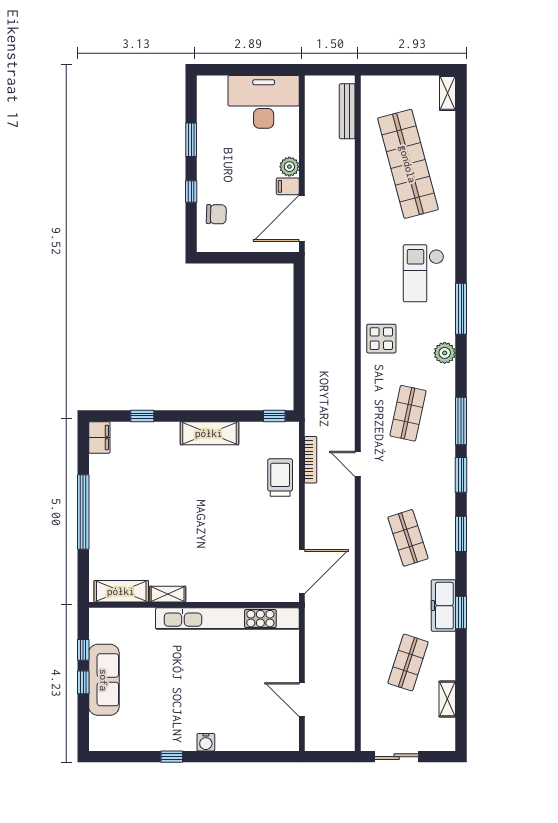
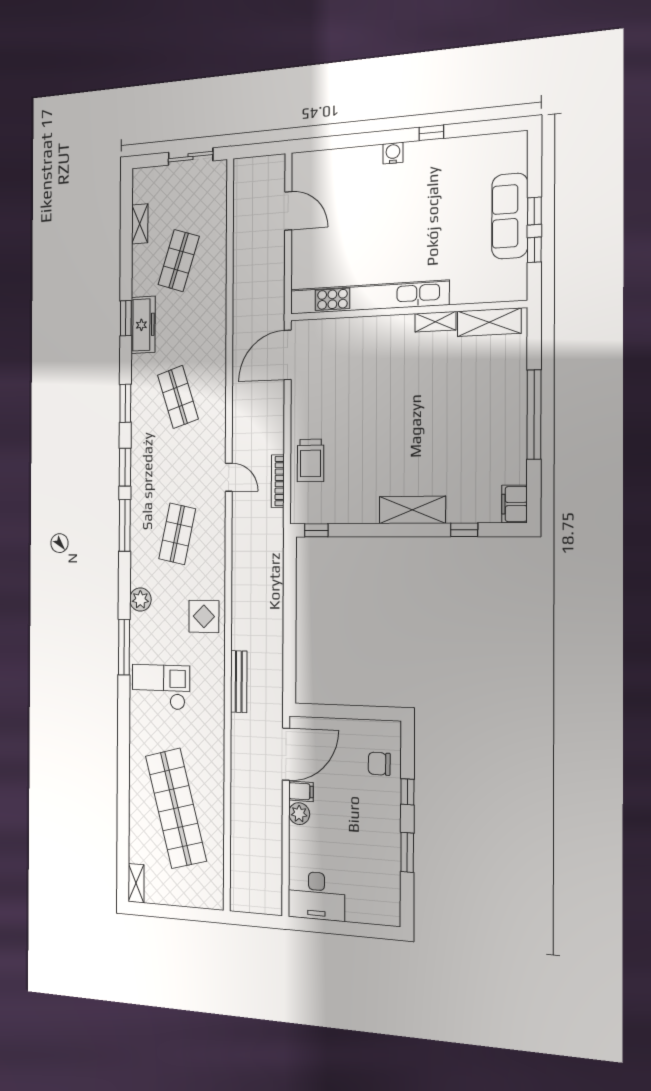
desk: (264, 102) -> (316, 896), width x0.73, depth x0.77
bench: (347, 111) -> (239, 682), moved
checkout: (424, 273) -> (161, 687), turned -90
shelving: (209, 433) -> (412, 510), moved

